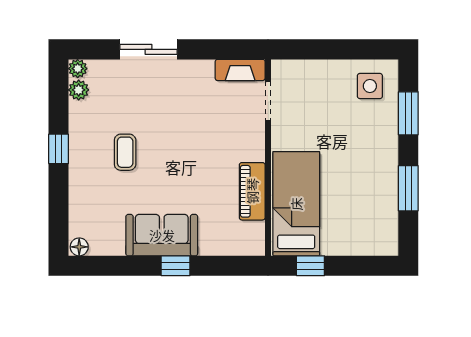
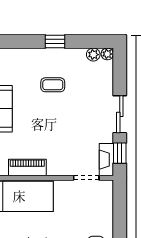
sliding door: (149, 49) -> (120, 114), moved
window: (230, 49) -> (120, 153), added

